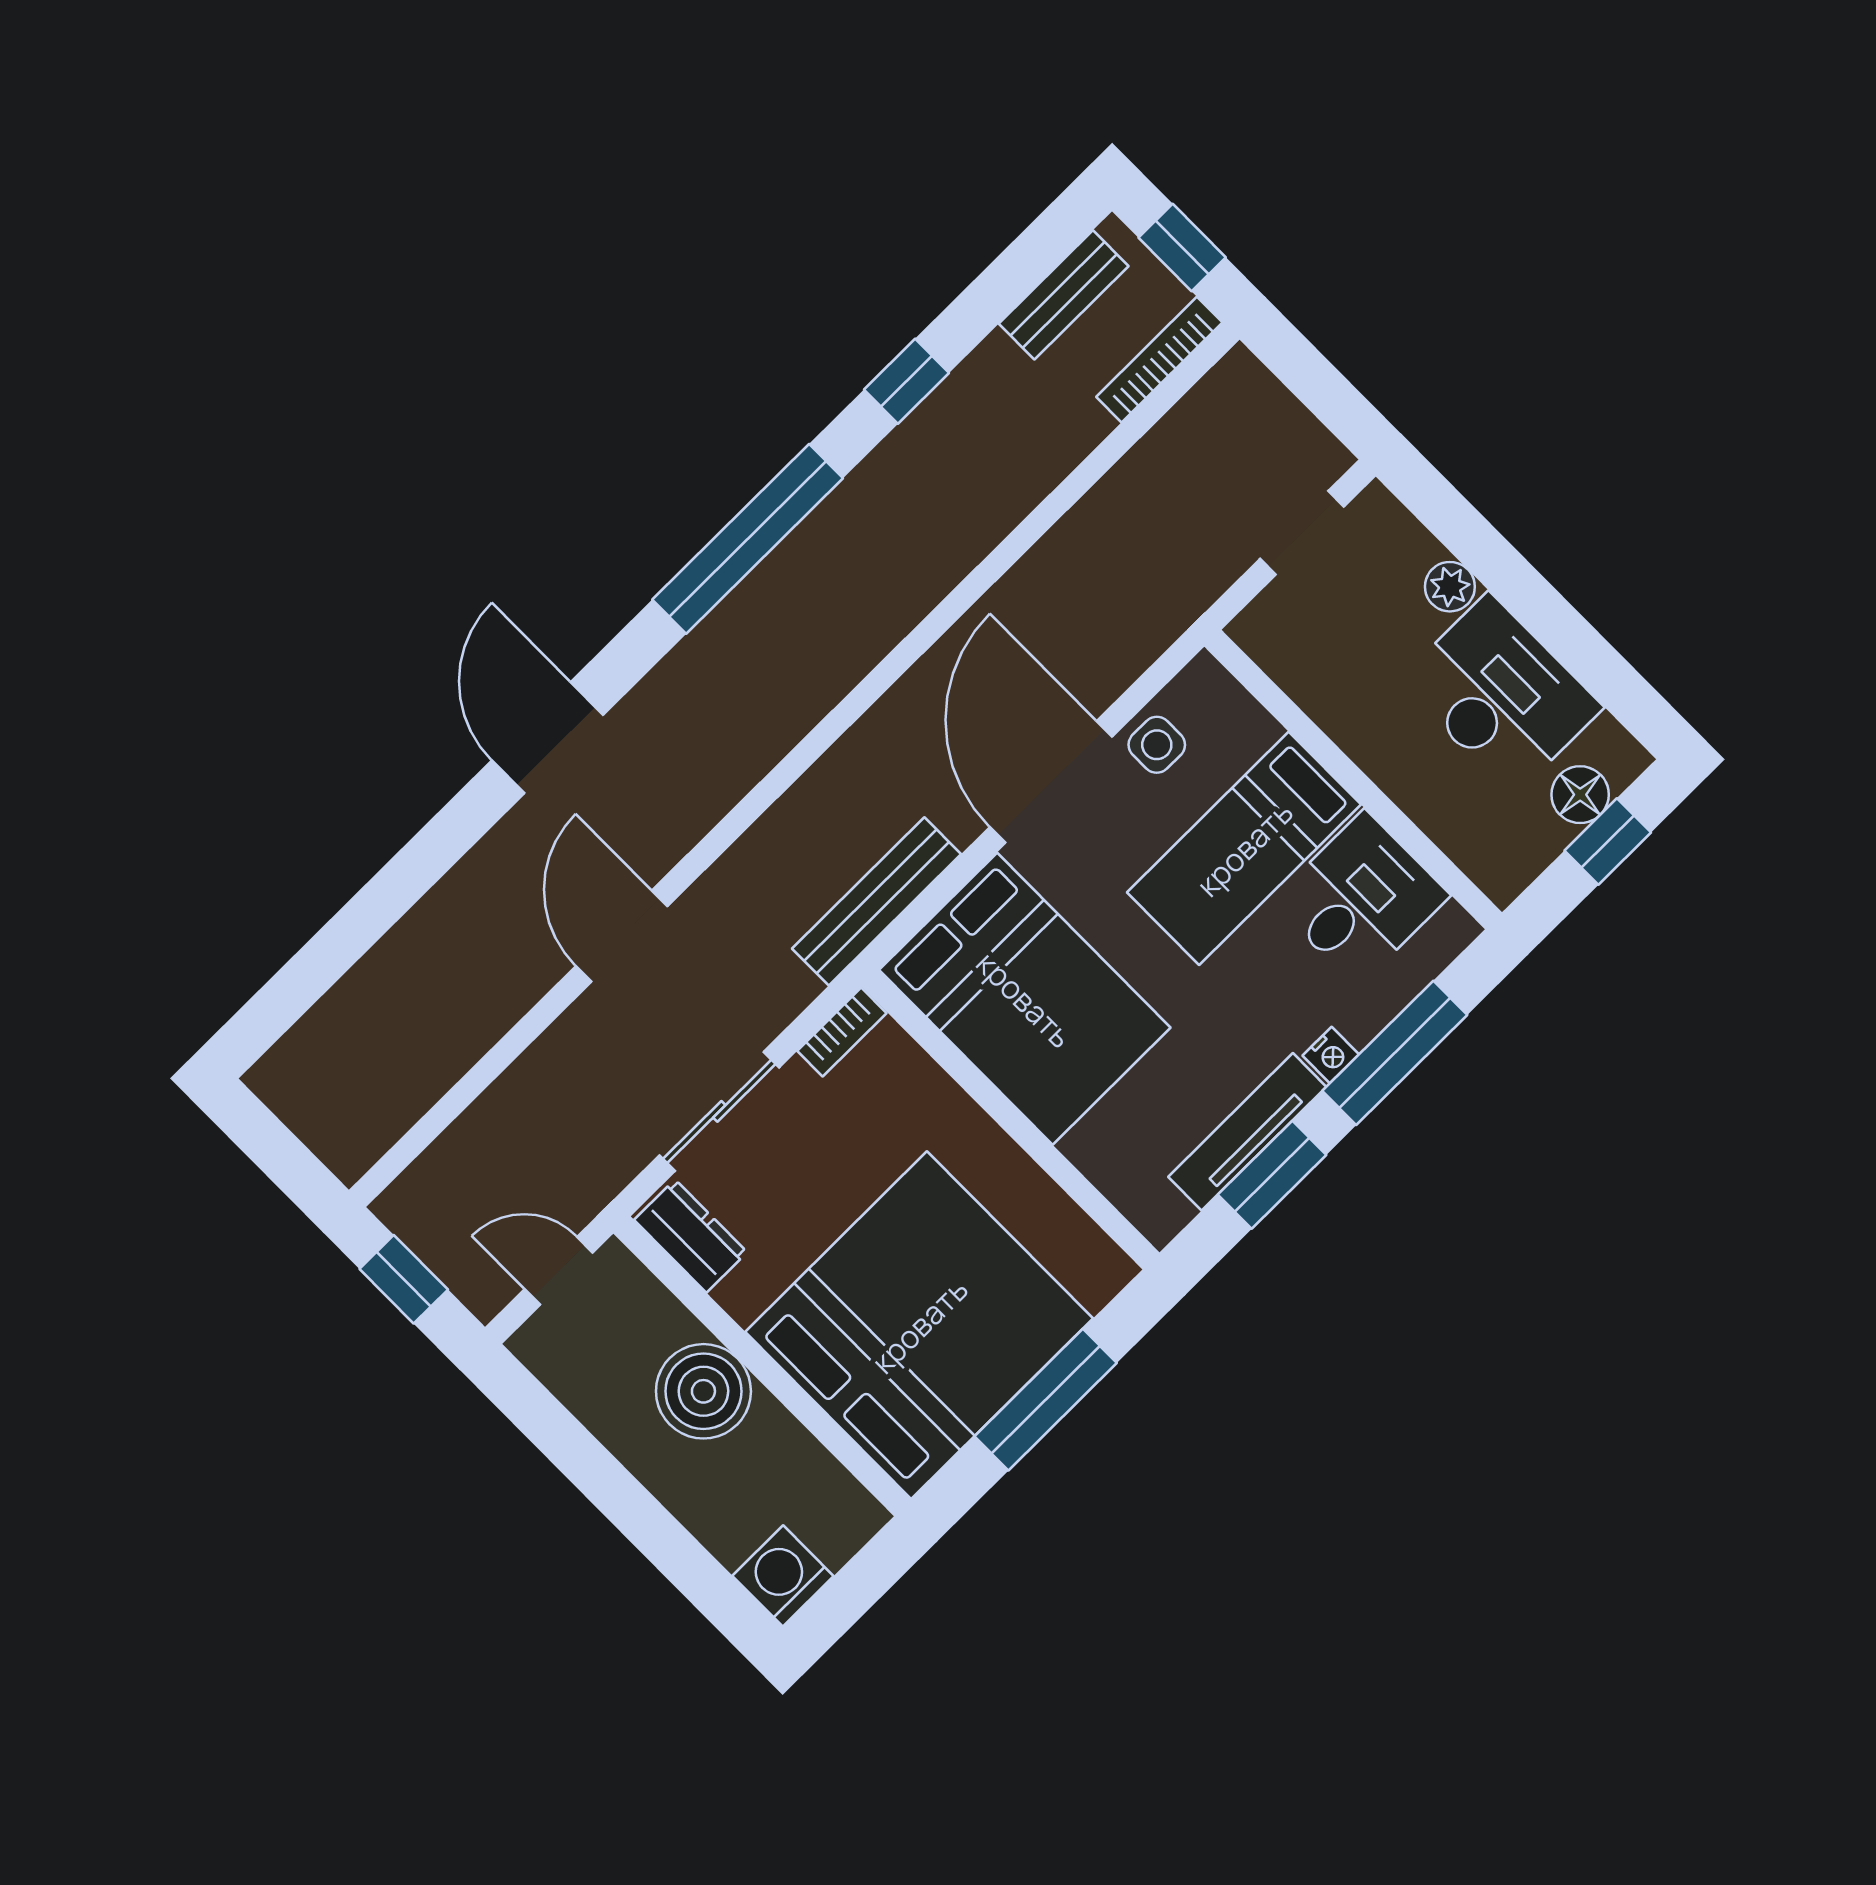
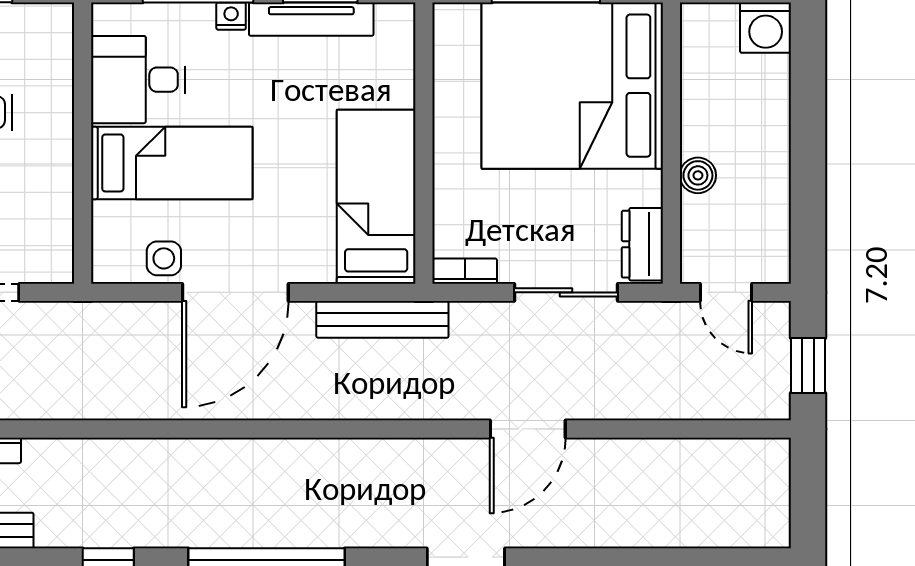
bed: (1025, 999) -> (376, 197), width x0.67
boiler: (703, 1391) -> (698, 175), width x0.54, depth x0.54

